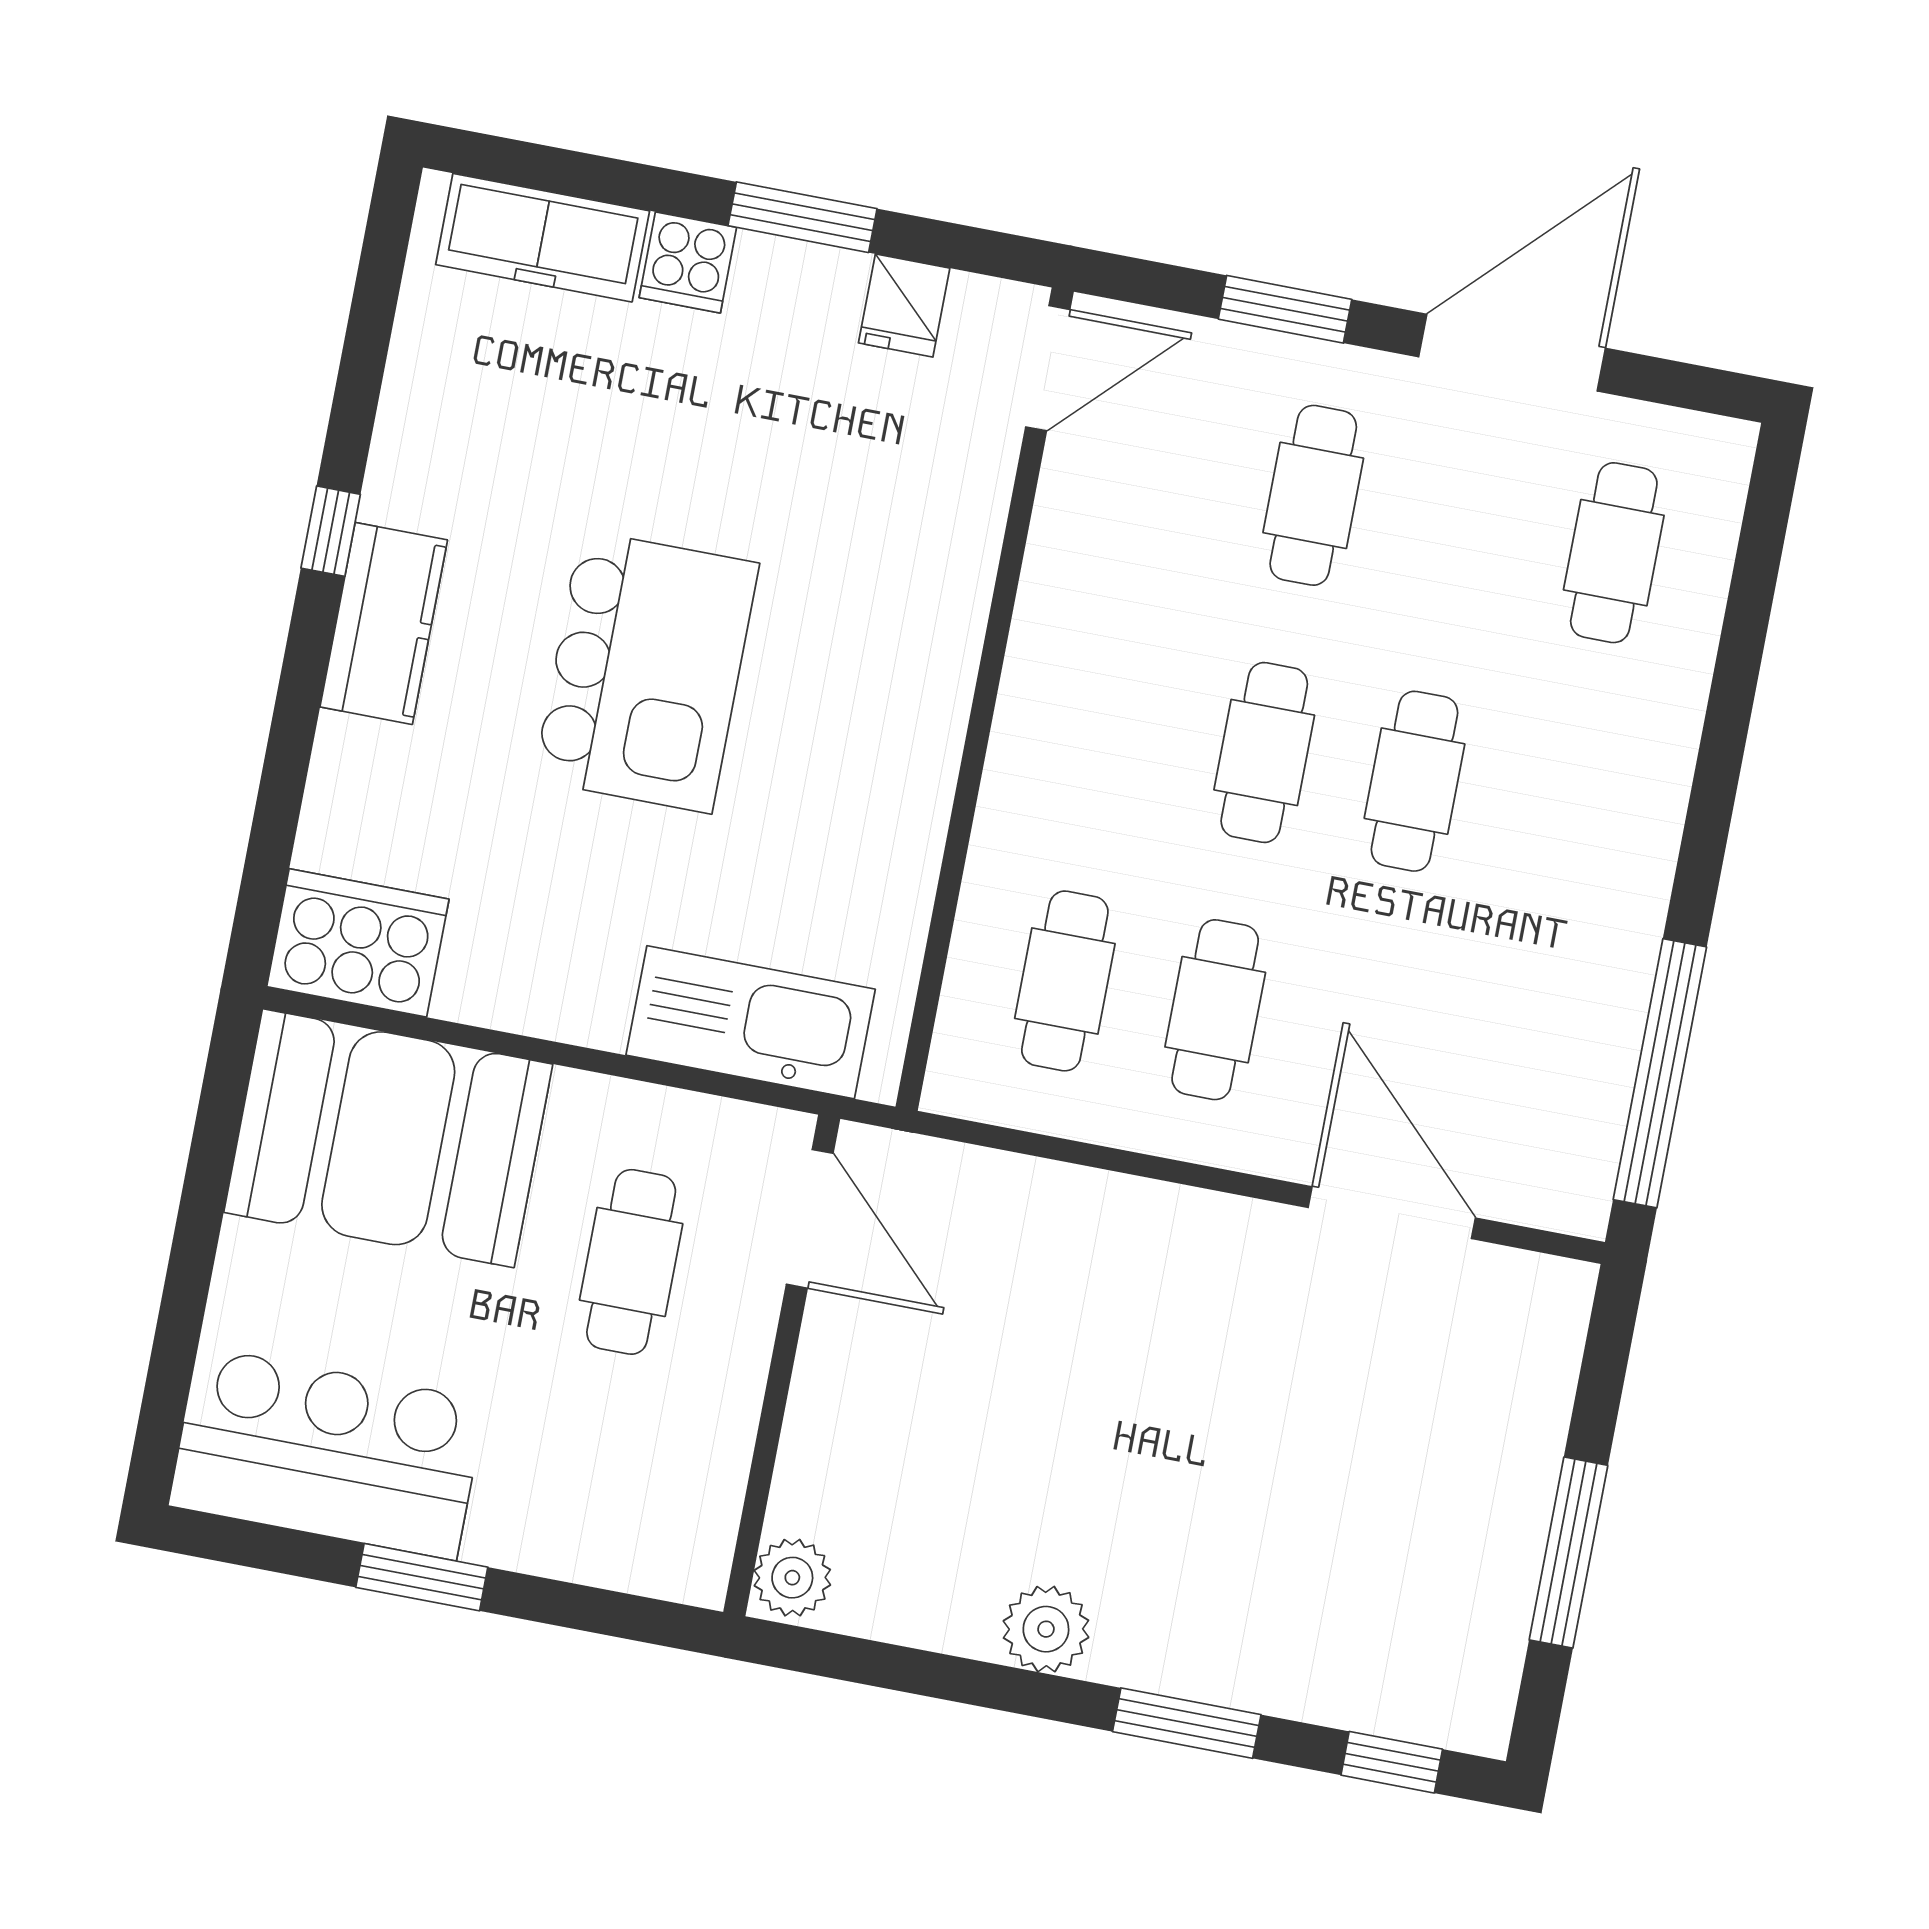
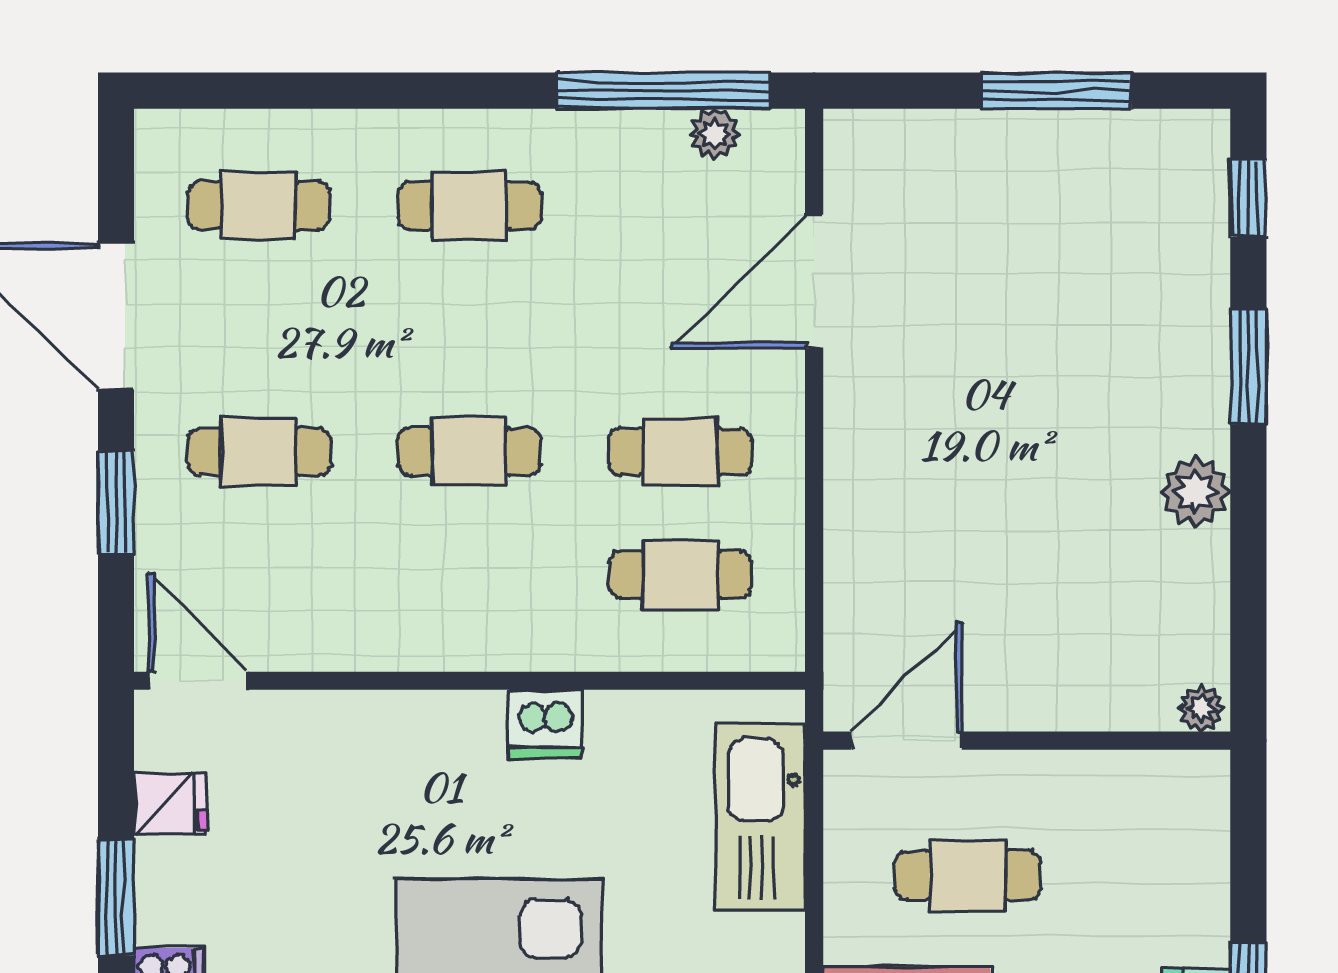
dishwasher: (914, 781) -> (544, 724), added
cafe table: (1414, 781) -> (470, 206), moved
plant: (1595, 1126) -> (715, 134), added
plant: (792, 1578) -> (1201, 709), width x0.73, depth x0.73

